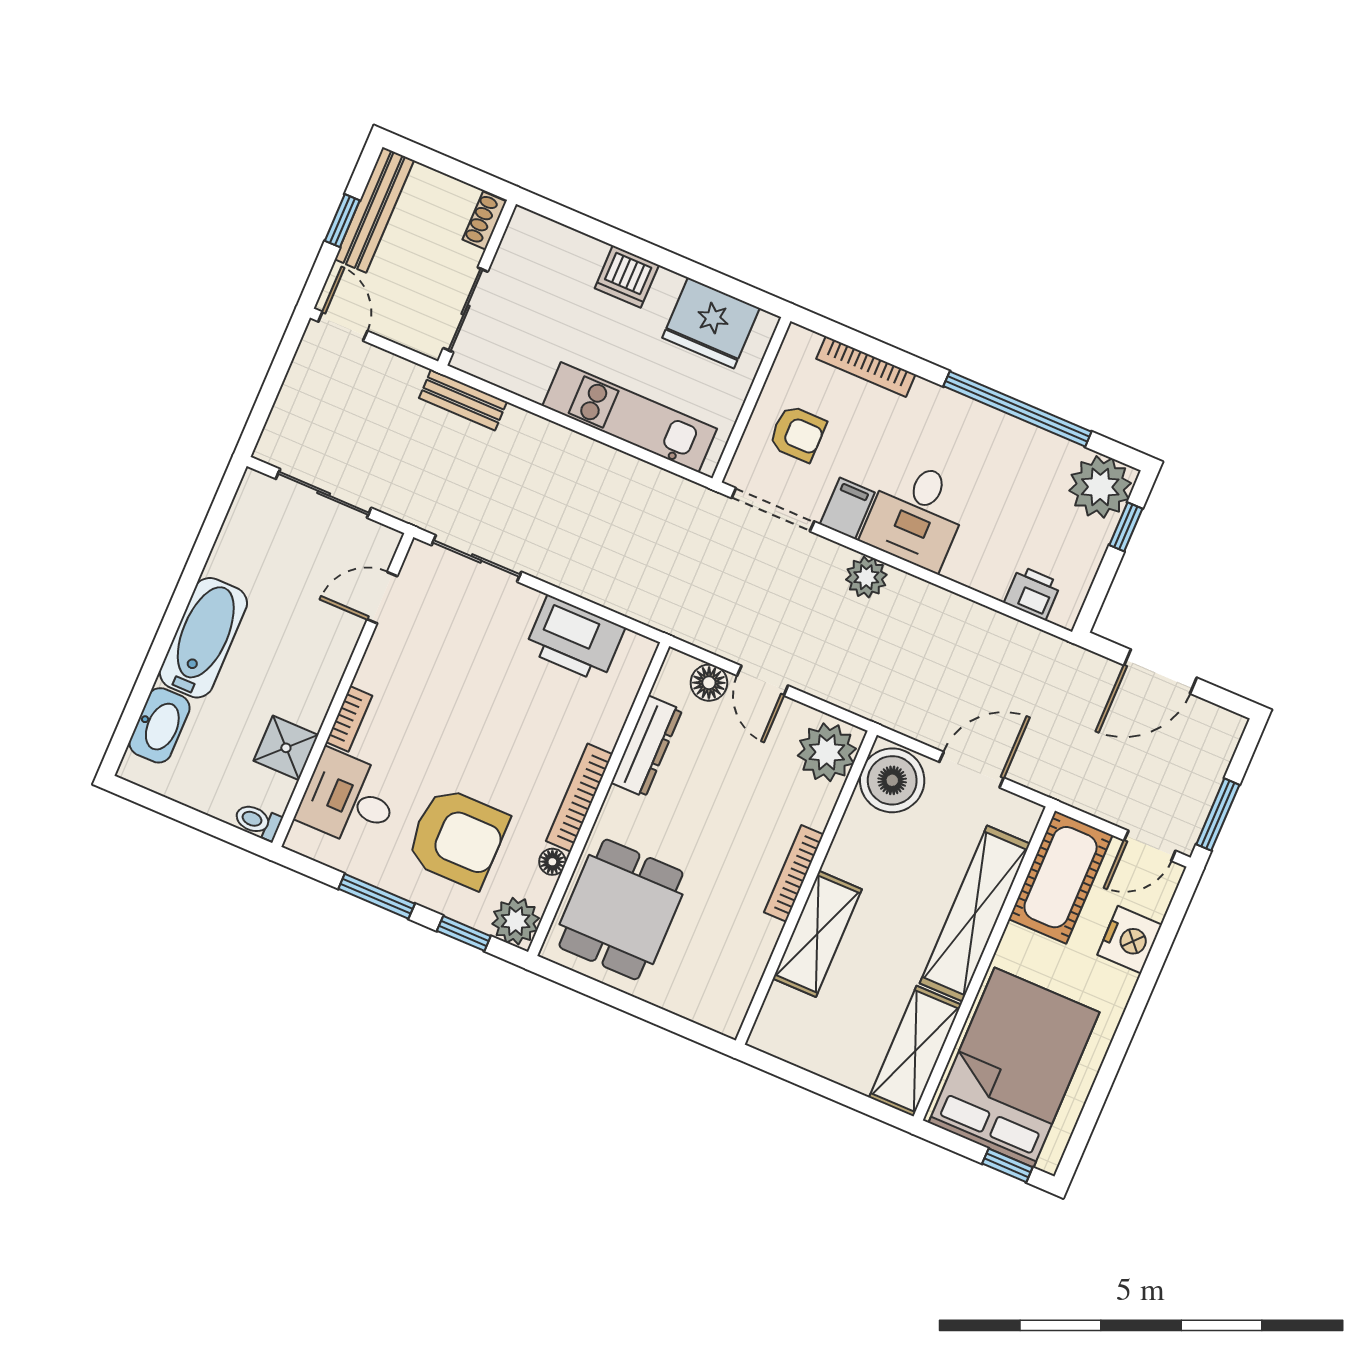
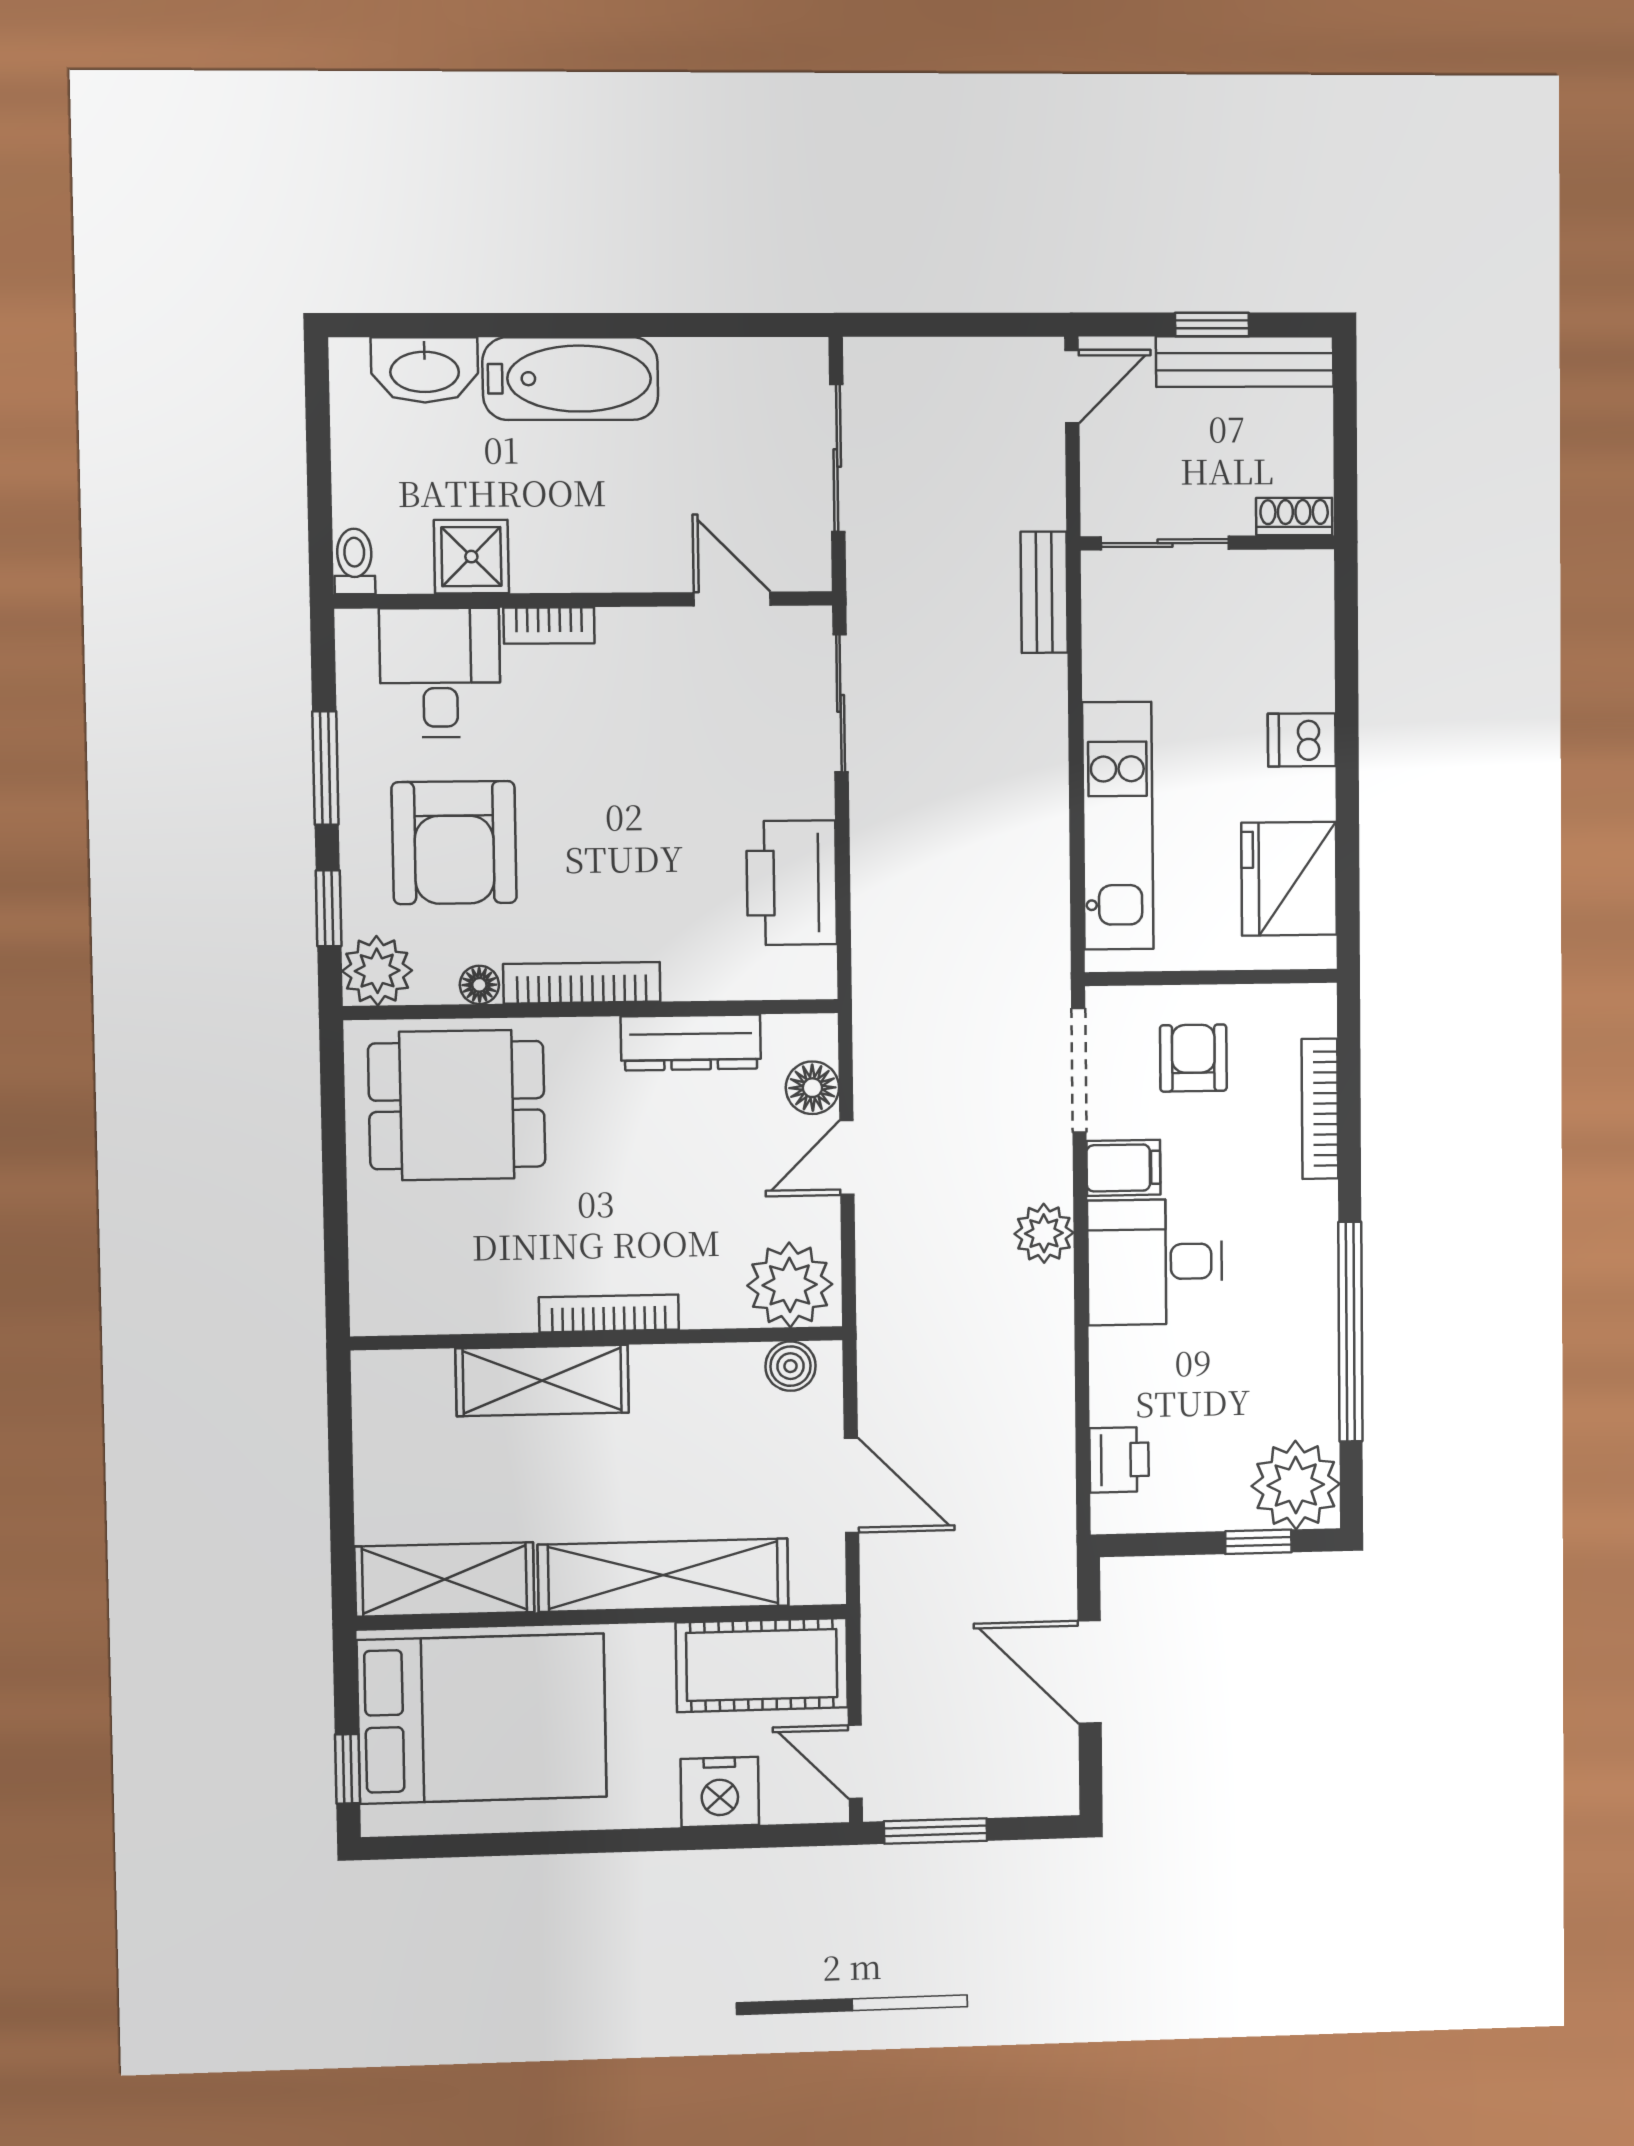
dishwasher: (627, 277) -> (1302, 740), width x0.73
armchair: (797, 433) -> (1193, 1058), turned 180
boiler: (892, 780) -> (791, 1366), width x0.54, depth x0.54

